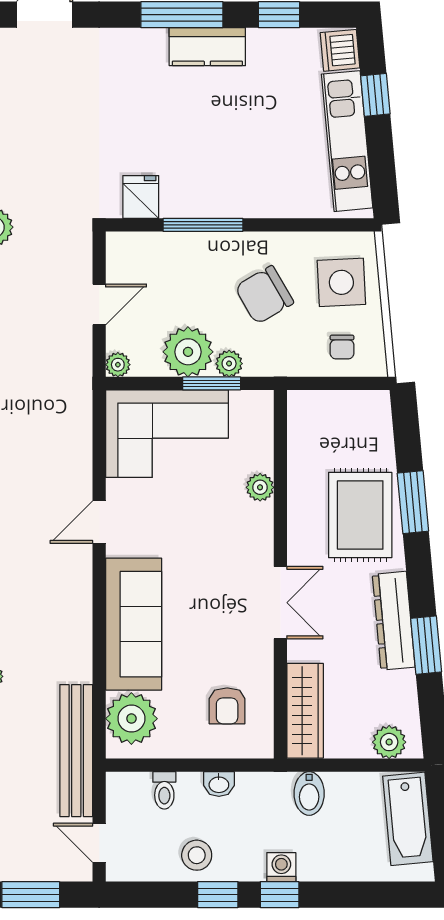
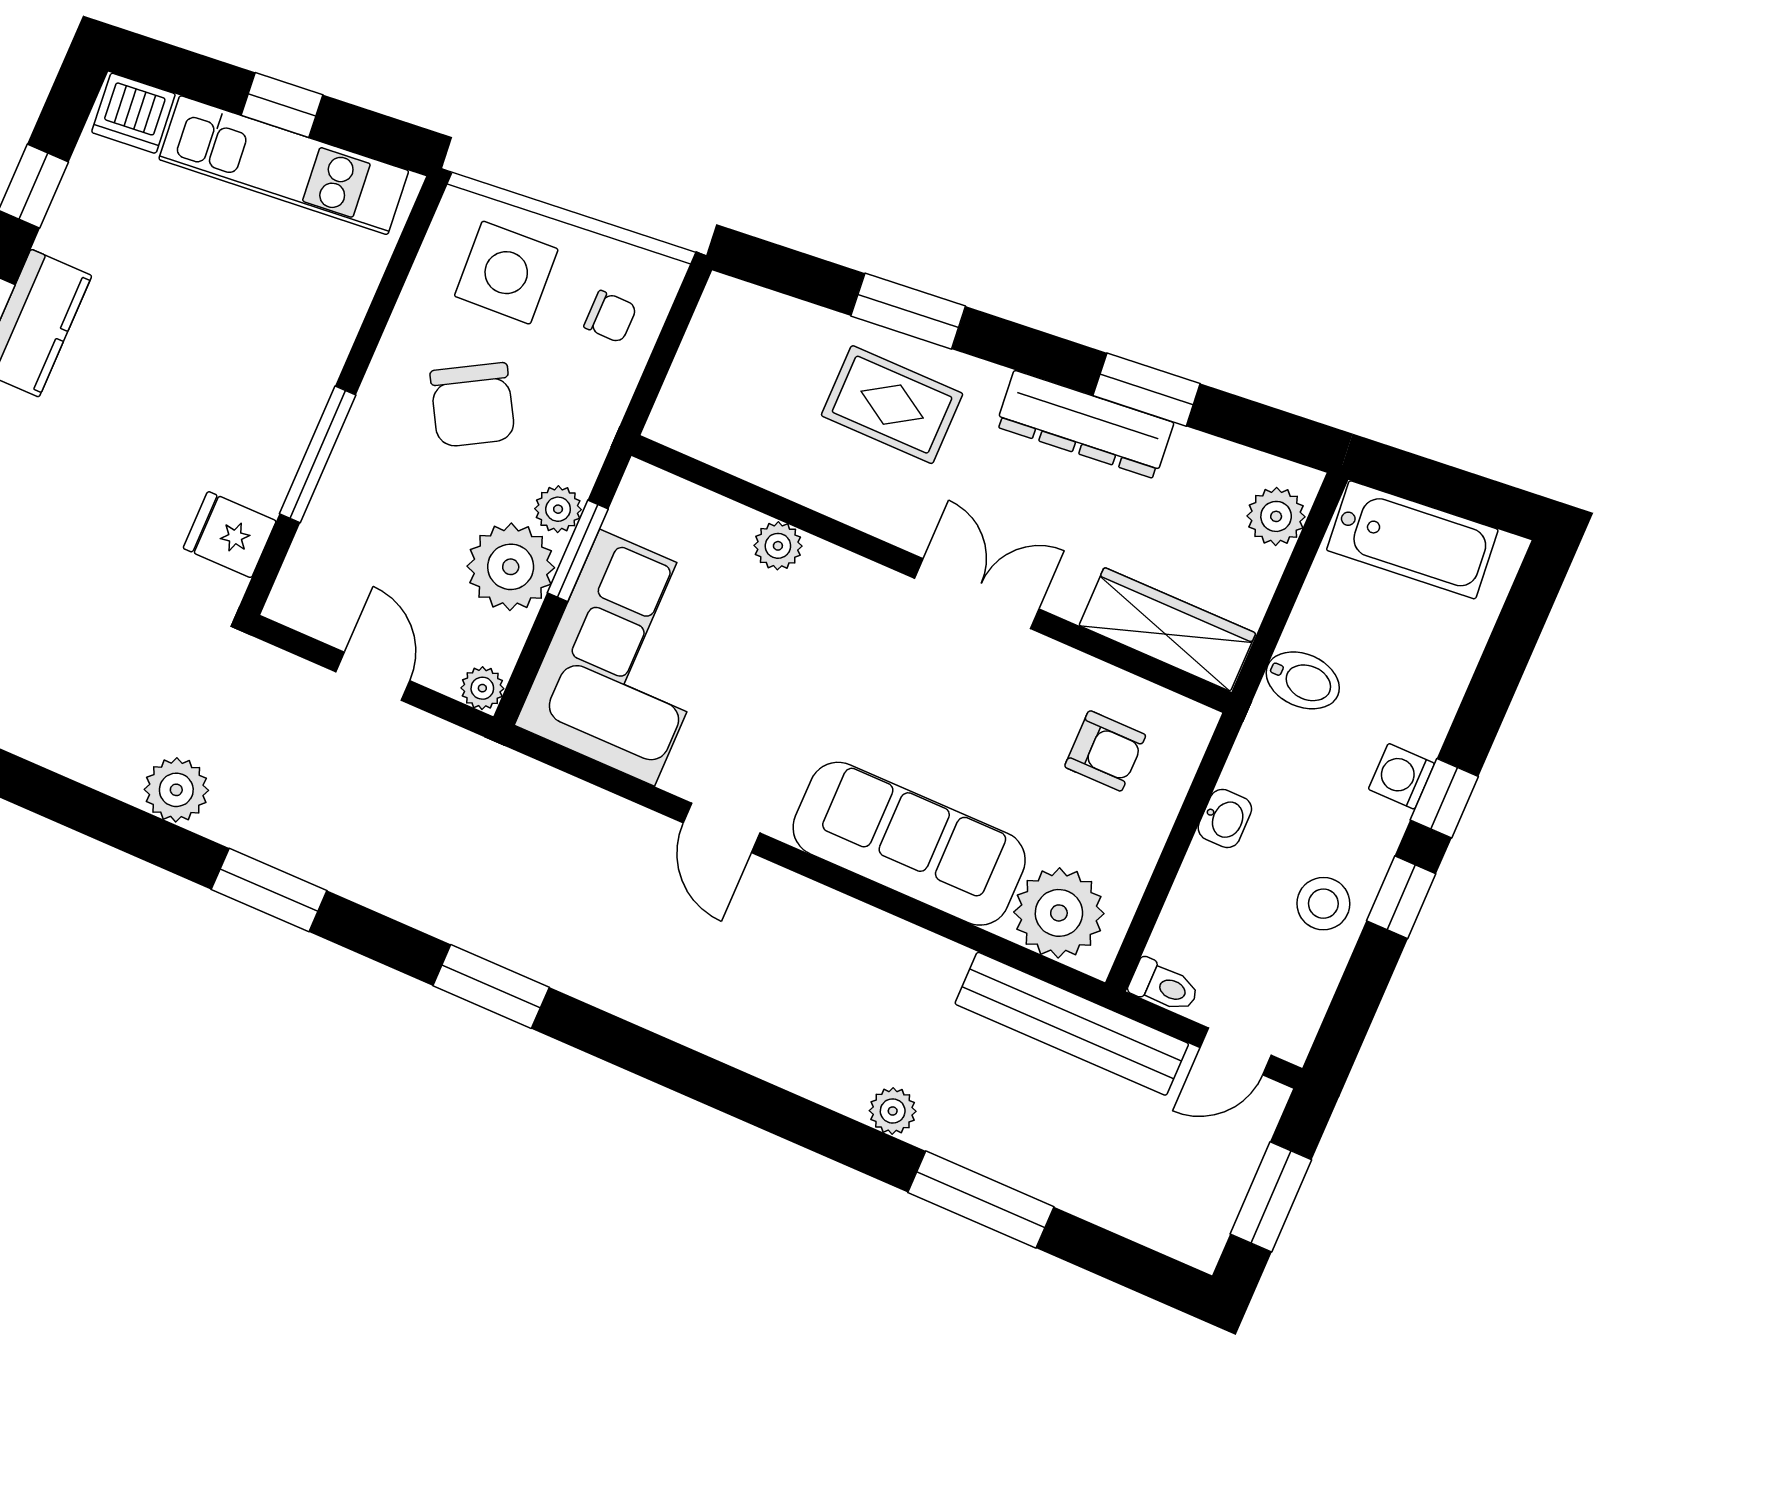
window: (375, 95) -> (282, 105), moved
rug: (360, 515) -> (892, 405), width x0.73, depth x0.70
toilet: (164, 790) -> (1164, 986), moved

